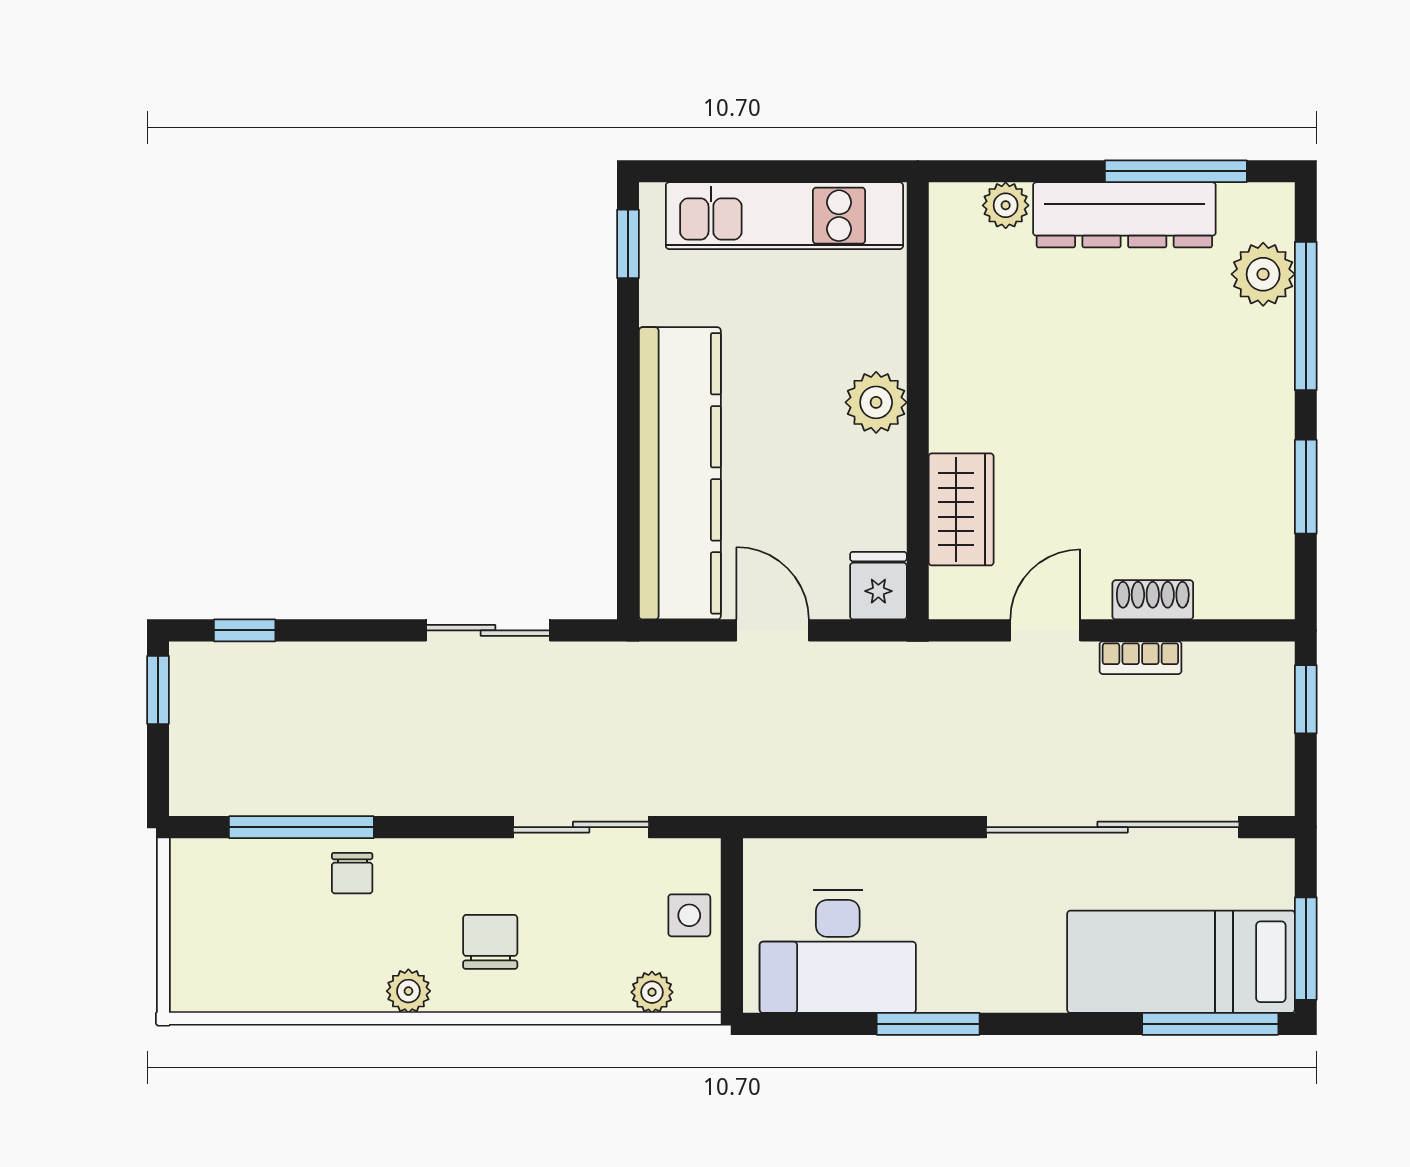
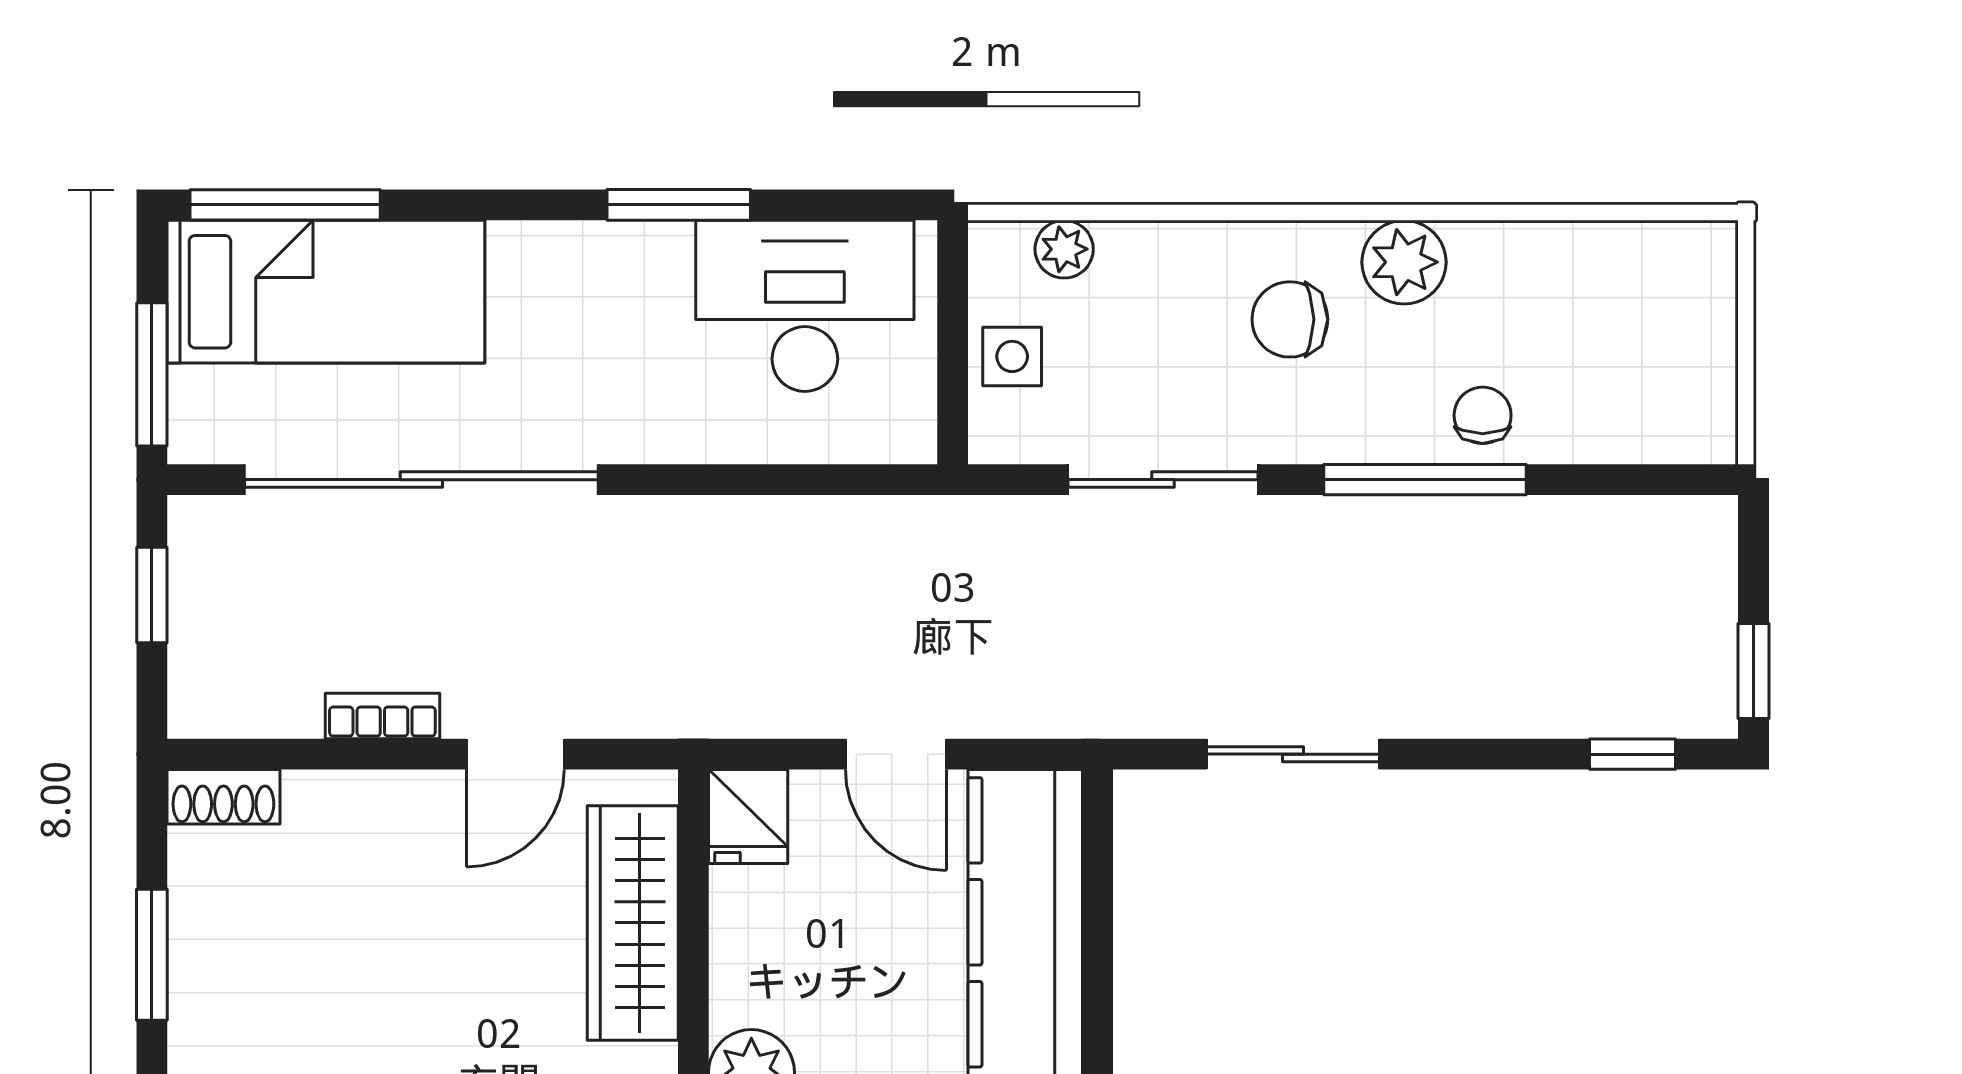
wardrobe: (961, 509) -> (633, 923), width x1.50
shoe rack: (1153, 600) -> (223, 797), moved
window: (1306, 699) -> (152, 595), moved
window: (301, 827) -> (1425, 480), moved
chair: (490, 942) -> (1290, 319), turned 90
window: (1306, 949) -> (152, 374), moved
plant: (408, 991) -> (1404, 262), width x1.38, depth x1.38

